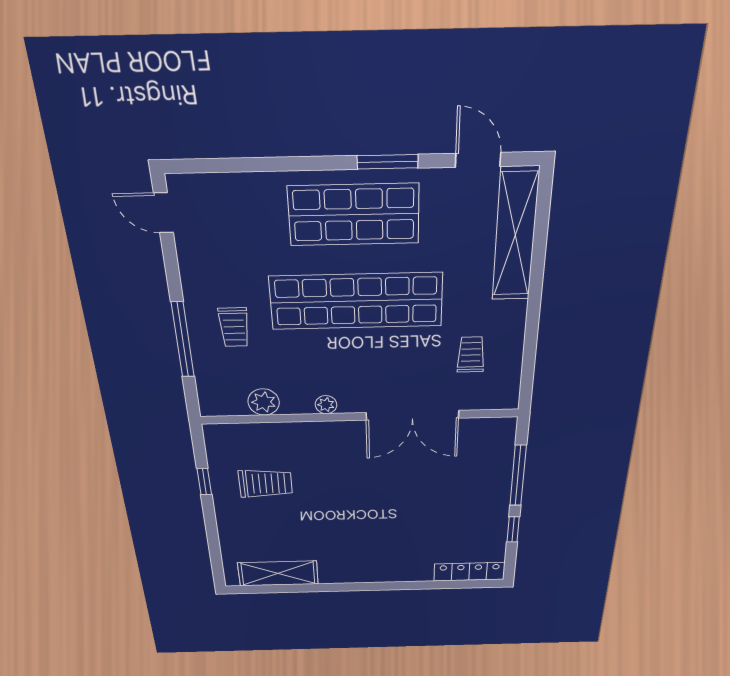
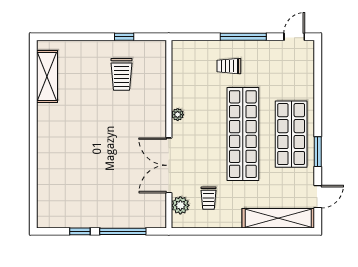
window: (183, 340) -> (243, 37), moved
trolley: (471, 355) -> (208, 198), turned 90
plant: (264, 402) -> (180, 205), moved
locker: (469, 572) -> (44, 205), removed

